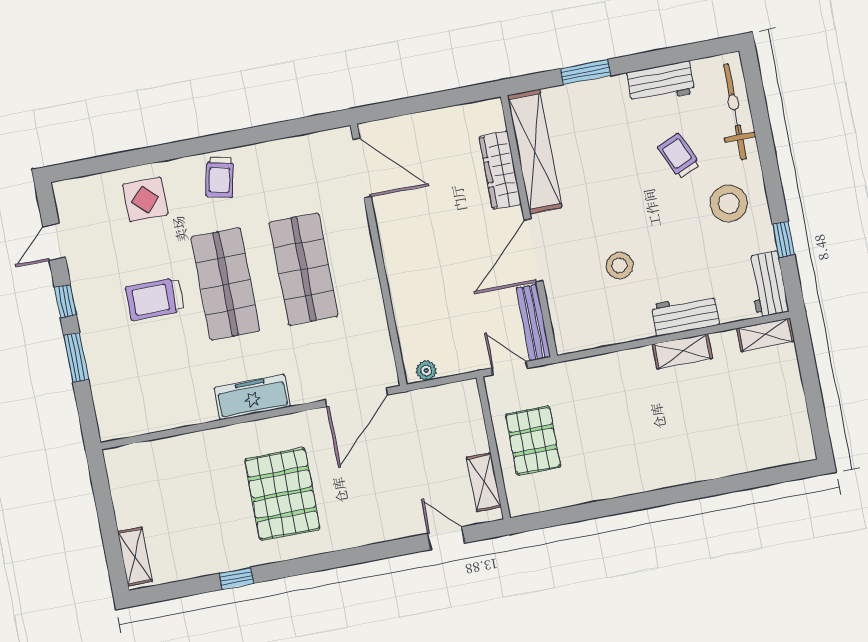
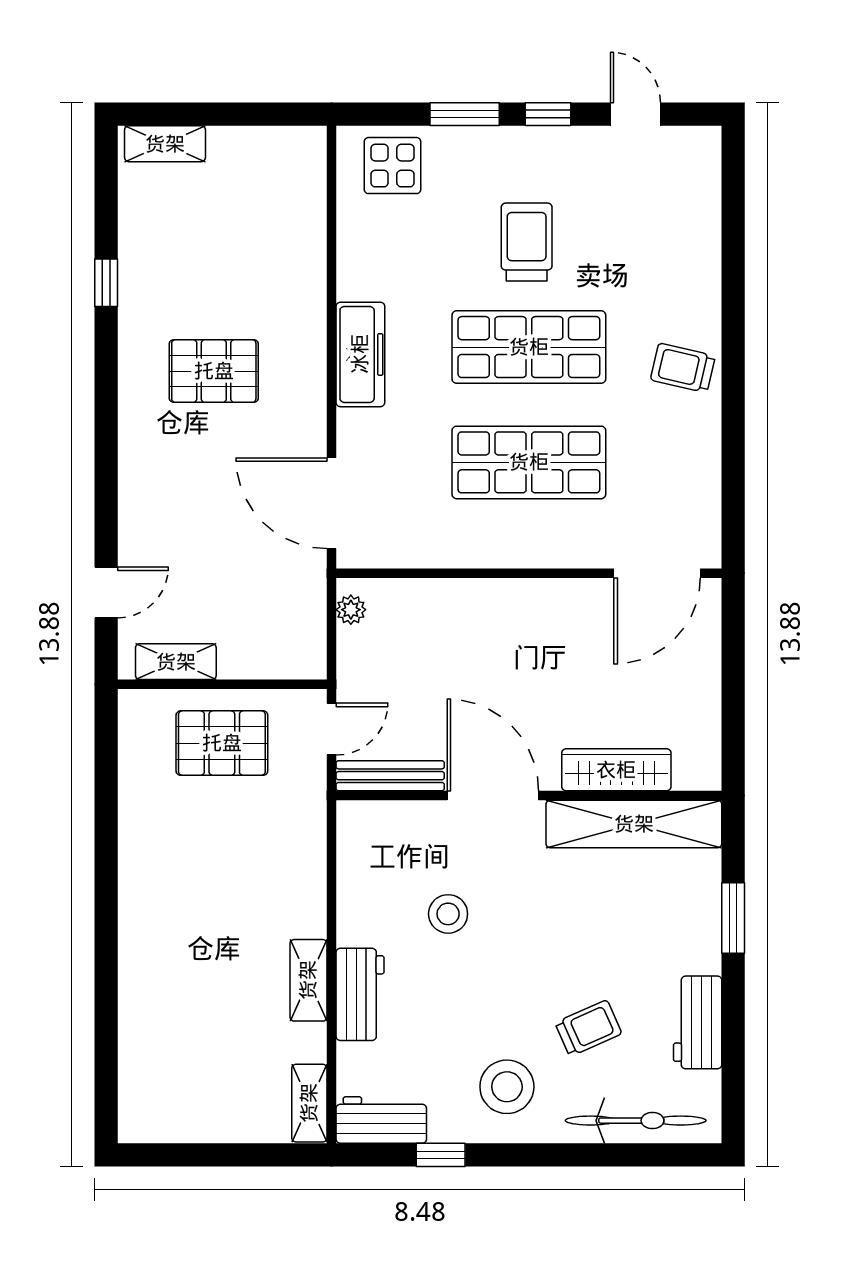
display table: (145, 199) -> (392, 166), moved
pallet: (282, 494) -> (214, 371), width x0.73, depth x0.71

